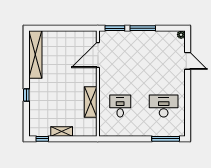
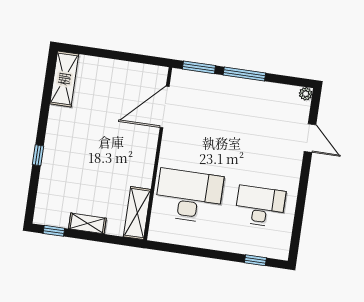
shelving: (35, 55) -> (64, 79), width x0.68
shelving: (91, 102) -> (137, 213), moved
desk: (120, 106) -> (189, 196), width x1.87, depth x1.30
window: (166, 139) -> (255, 260), width x0.46

